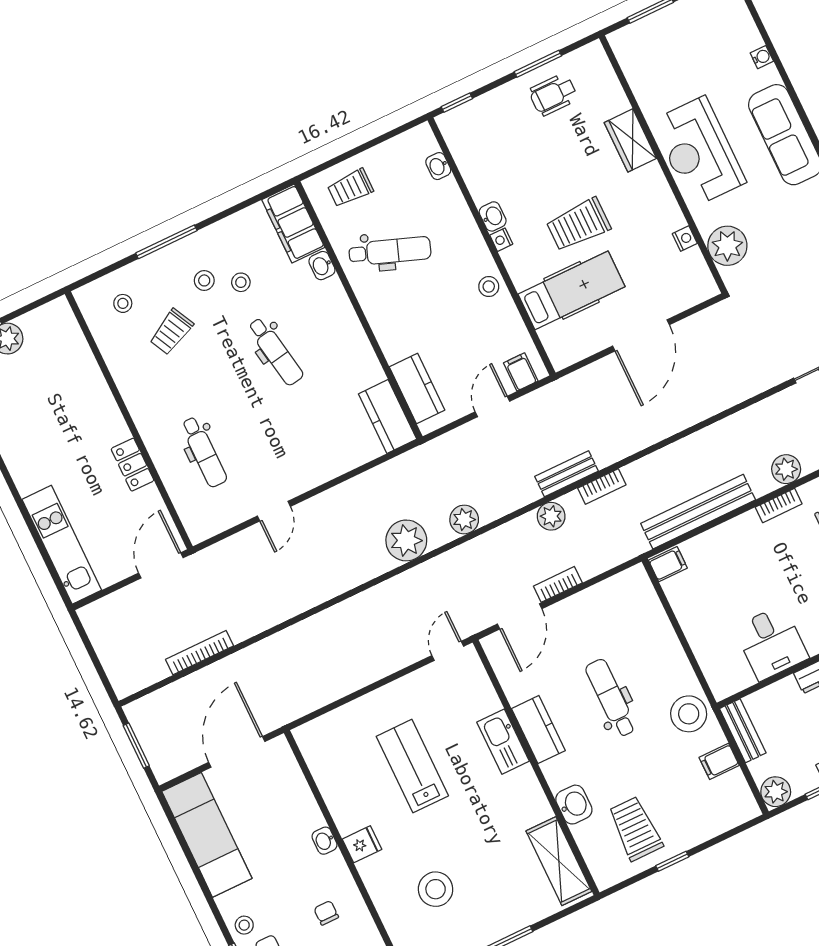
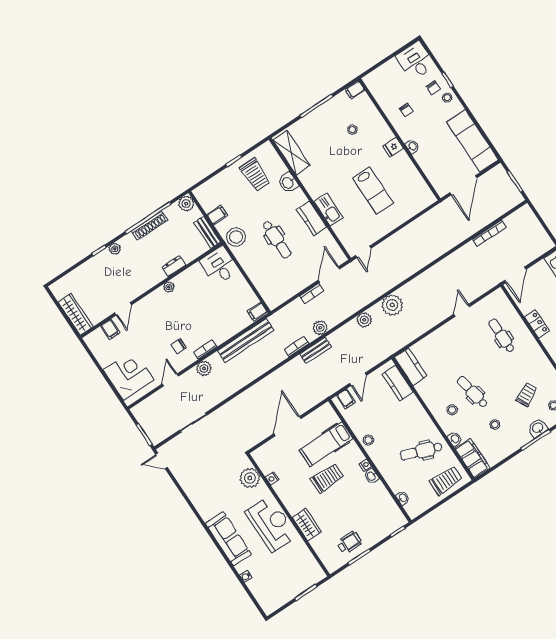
trolley: (350, 188) -> (446, 480), width x1.36, depth x1.39
washbasin: (159, 264) -> (538, 428), added
stool: (204, 280) -> (452, 410), moved
desk: (771, 643) -> (219, 266), moved
stool: (436, 889) -> (352, 130), width x0.53, depth x0.53

